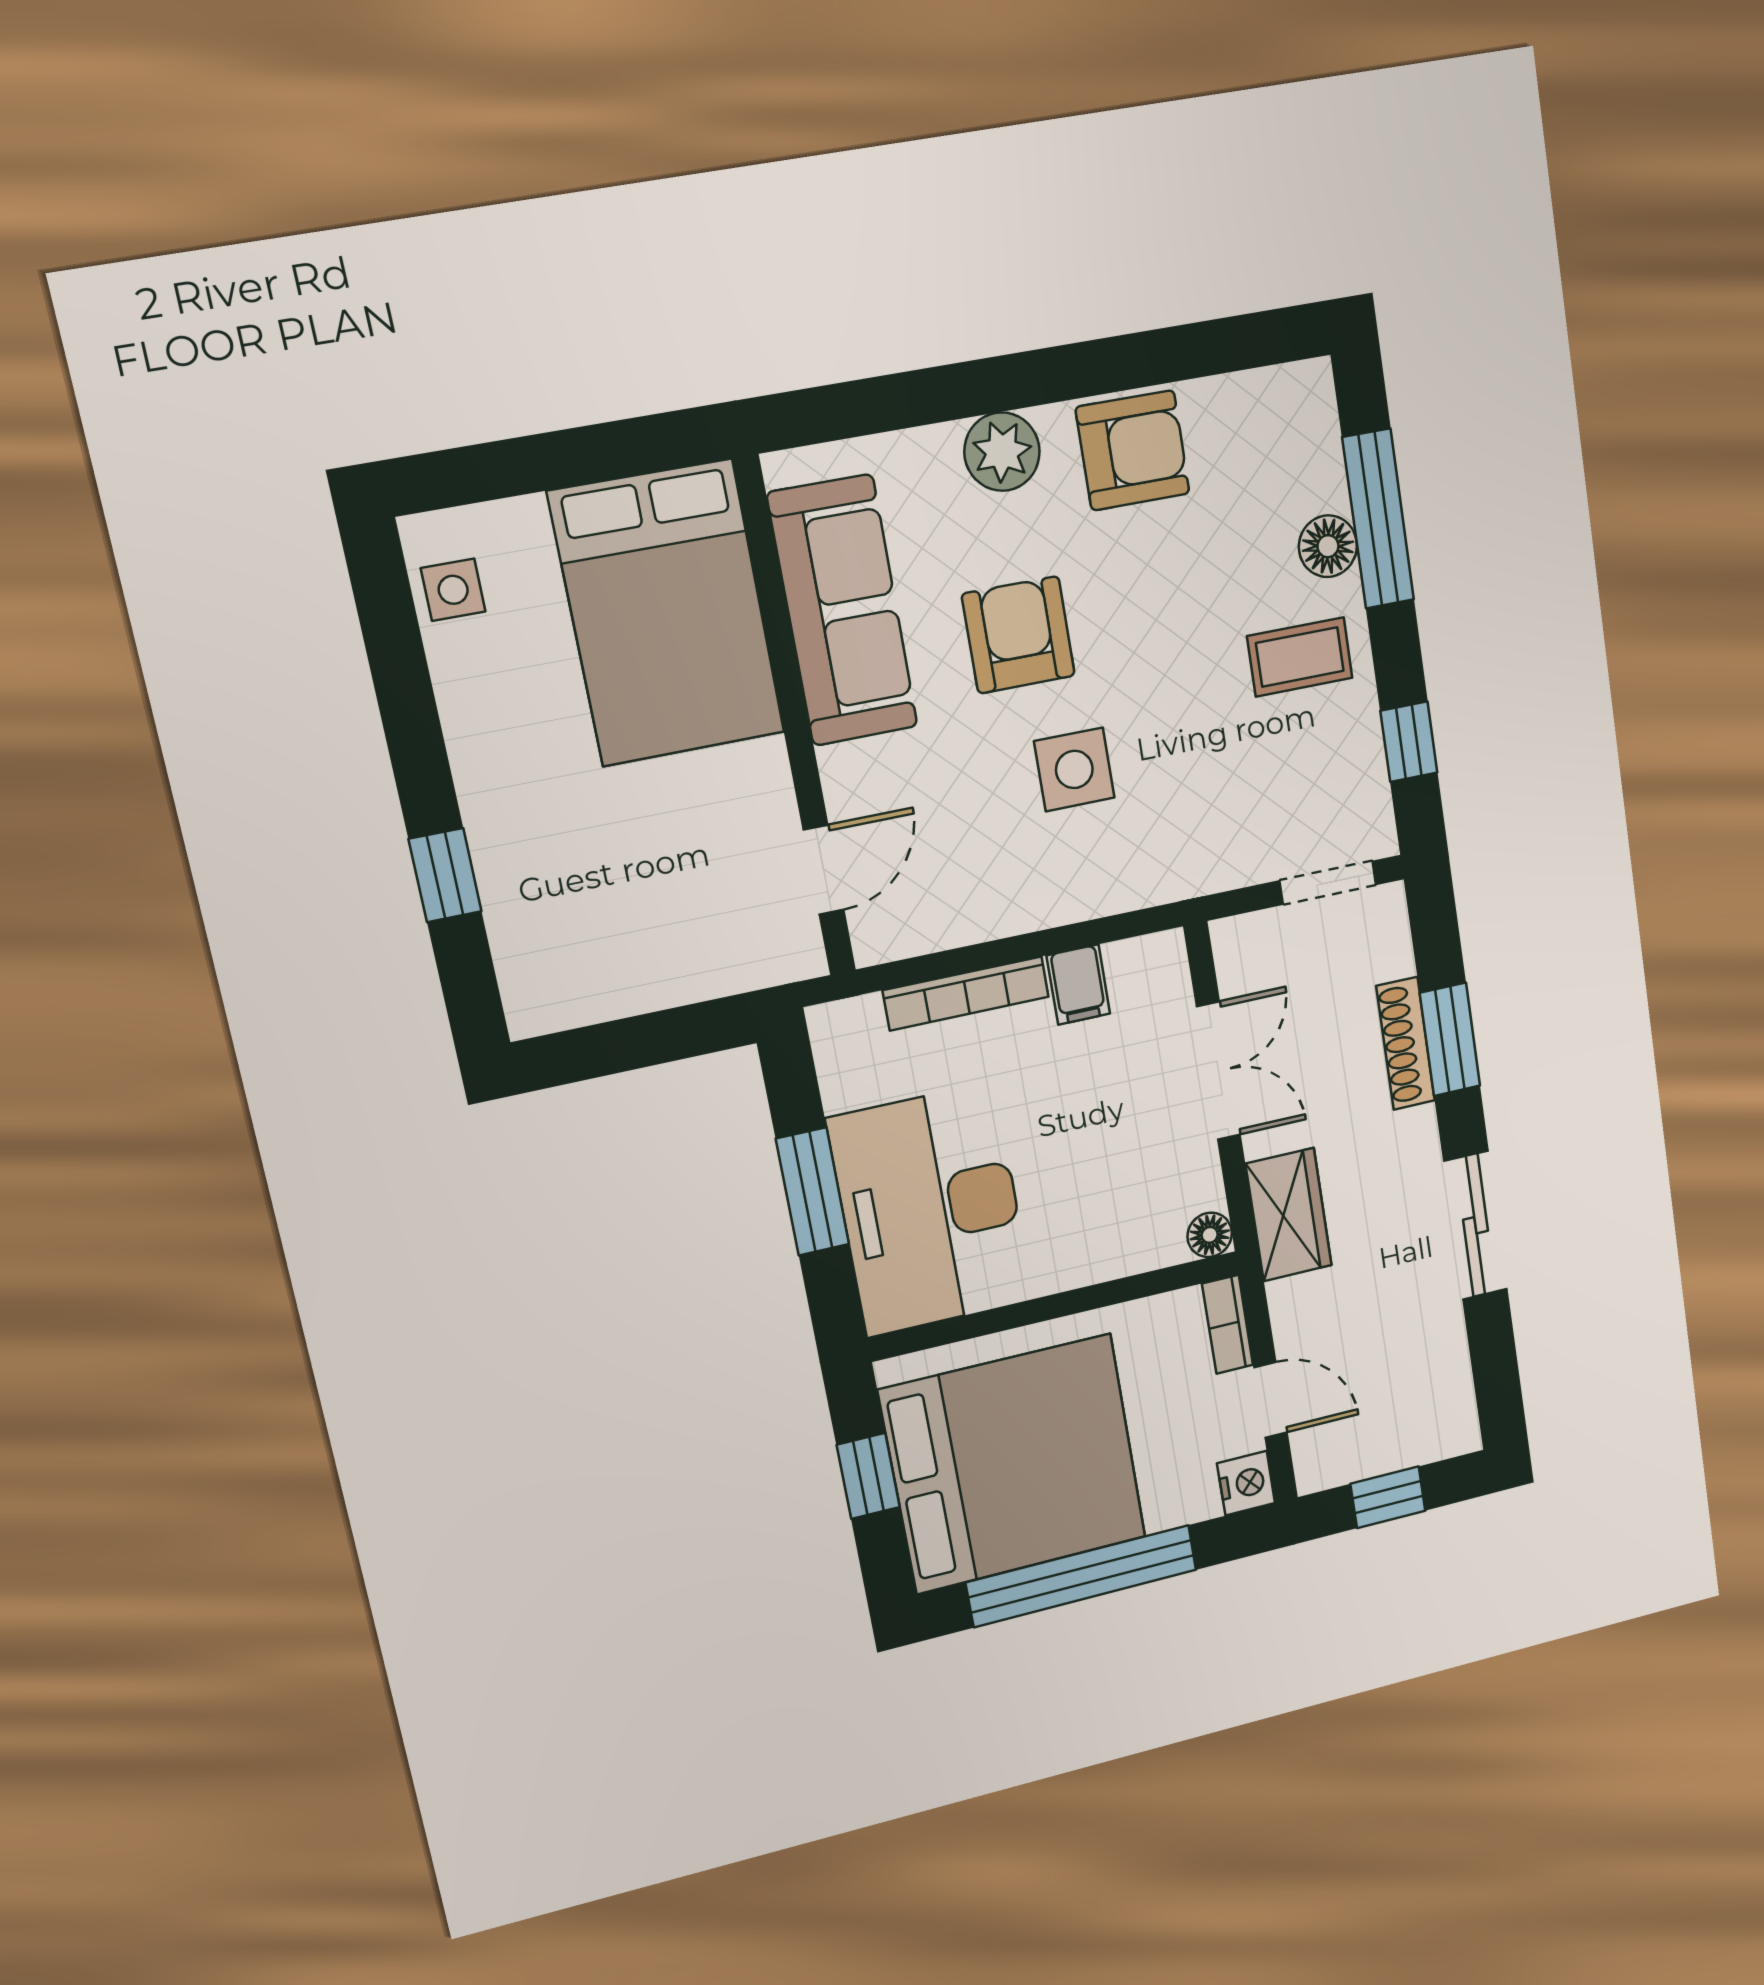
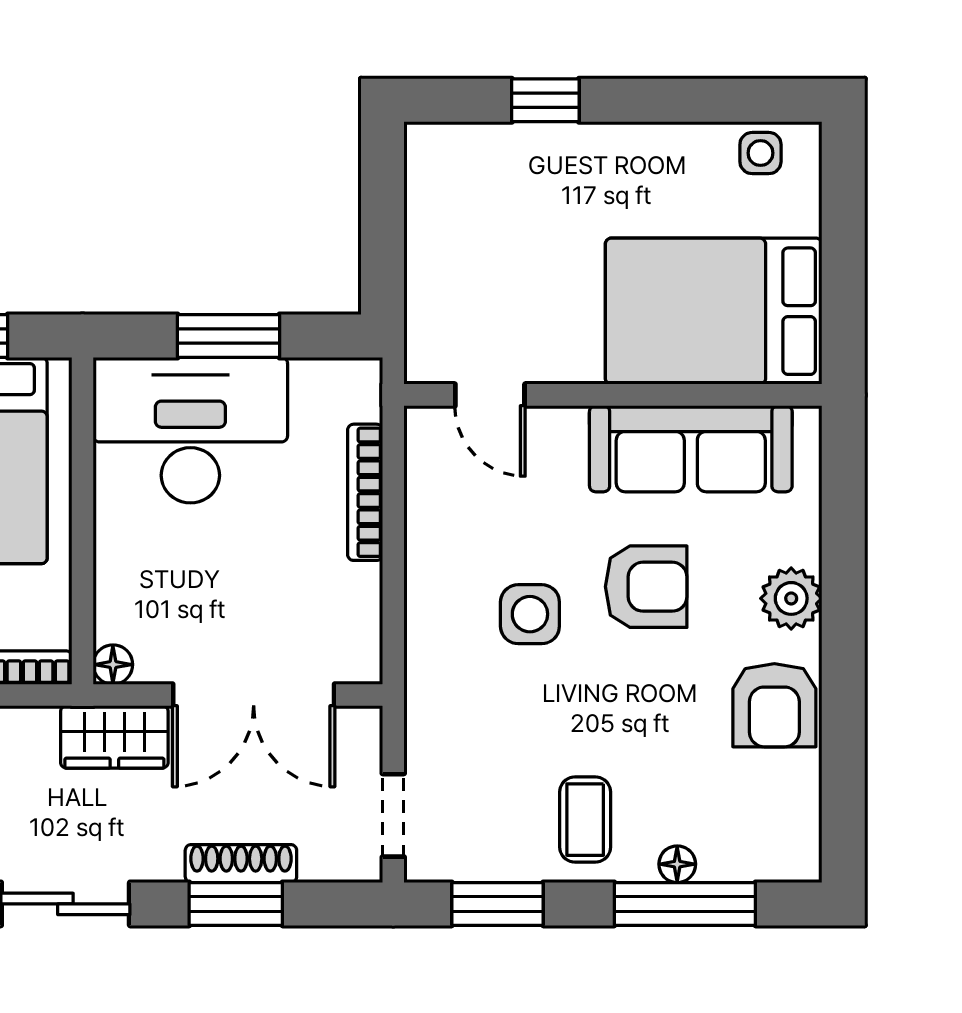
floor lamp: (1328, 546) -> (677, 864), width x0.73, depth x0.73
window: (1409, 742) -> (497, 904), width x1.50
filing cabinet: (1078, 985) -> (352, 587), removed
double door: (1218, 1071) -> (254, 695), width x1.37

